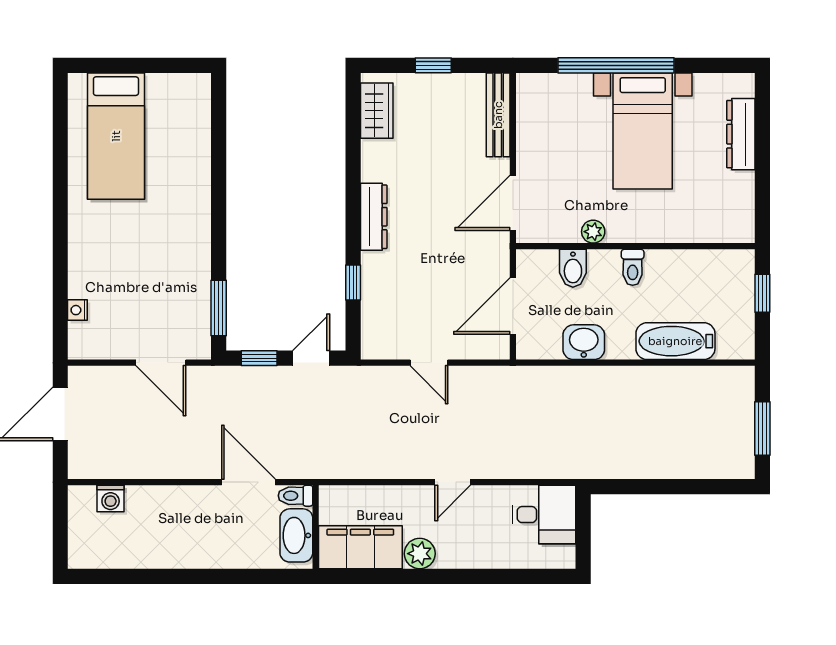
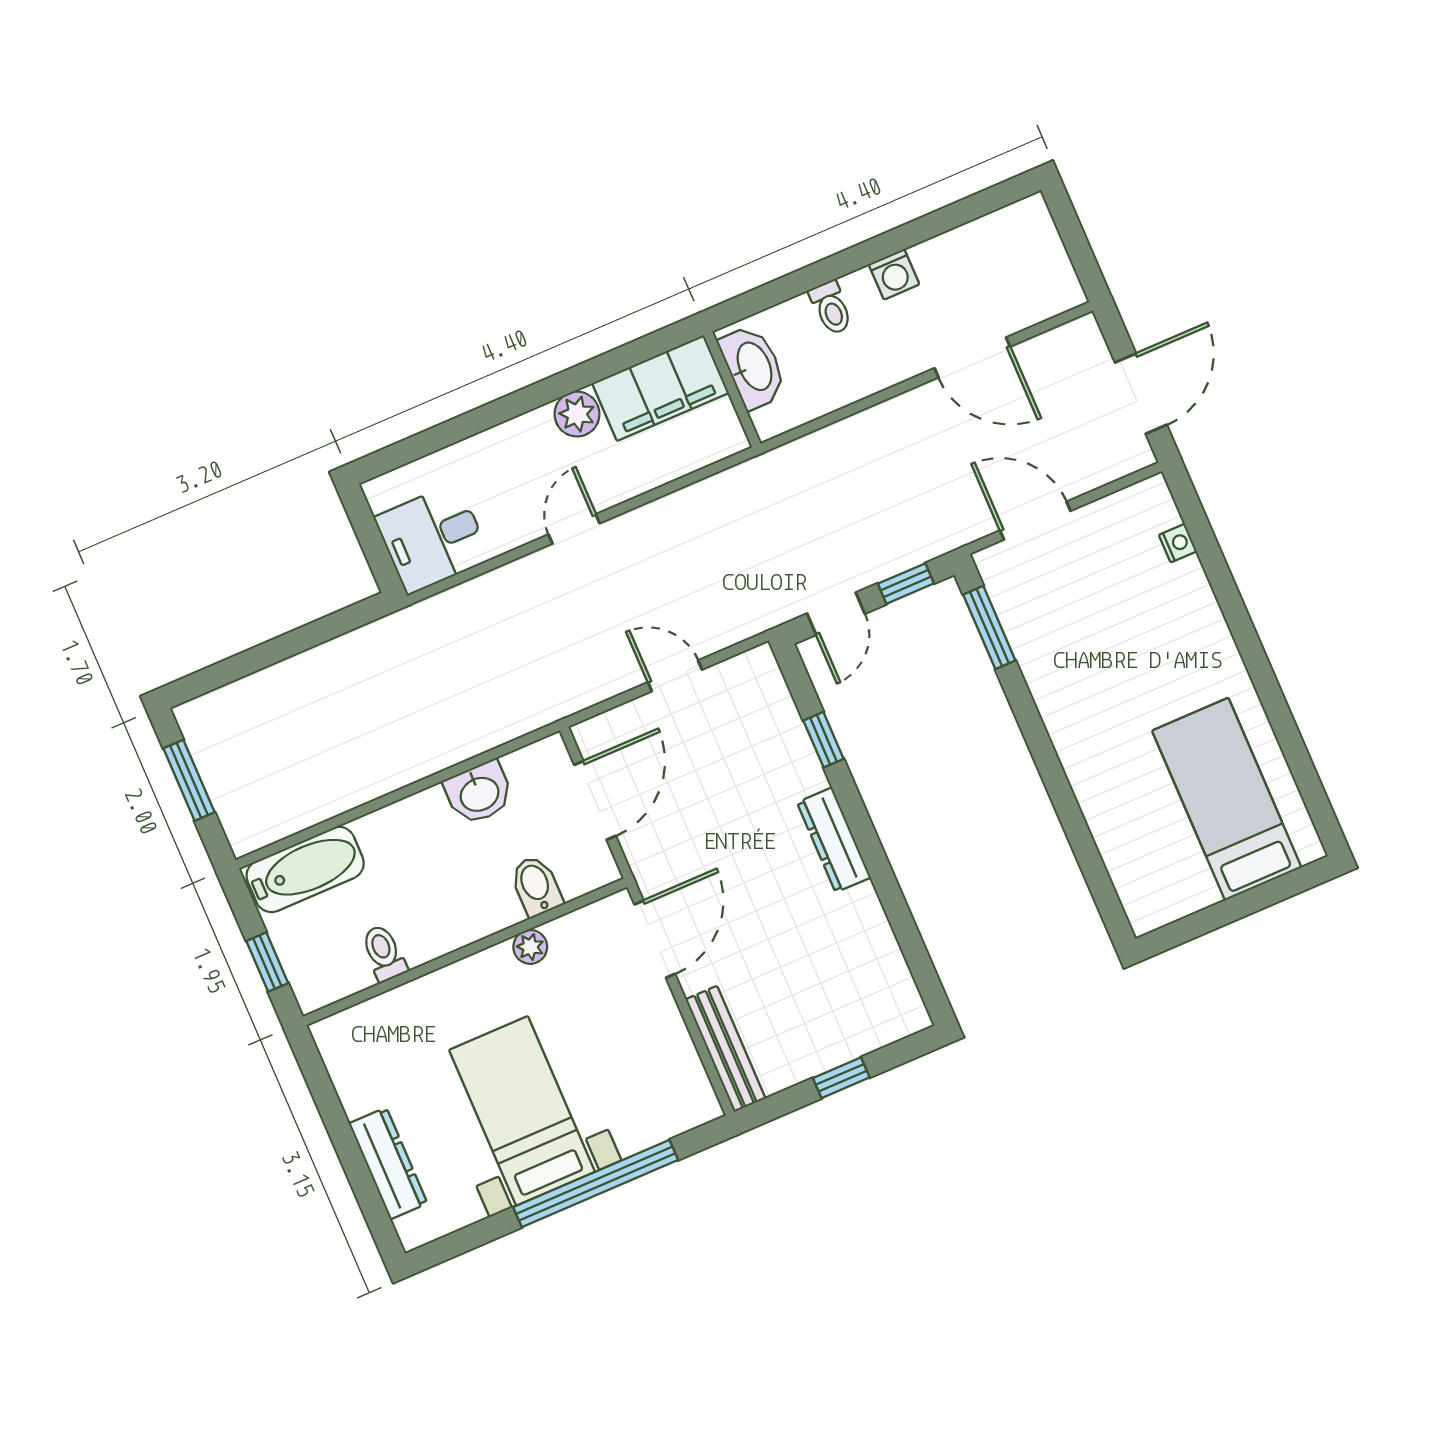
wardrobe: (377, 111) -> (891, 984), removed
toilet: (633, 267) -> (384, 953), moved
bathtub: (675, 341) -> (305, 869), moved
door: (248, 482) -> (972, 357), moved
toilet: (295, 496) -> (831, 308), moved, turned 90
washing machine: (111, 498) -> (894, 274), moved, turned 180

